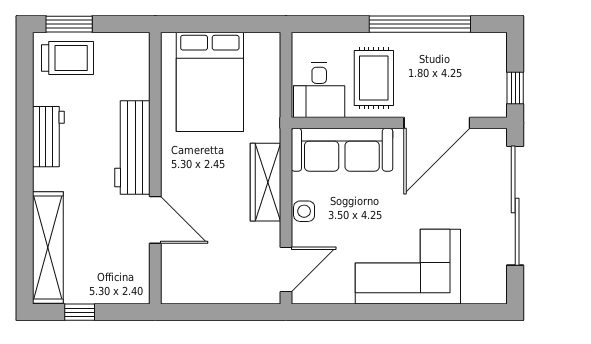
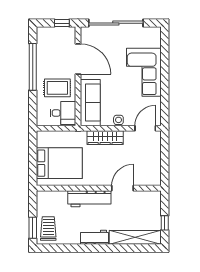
workbench: (48, 137) -> (95, 237), moved
door: (286, 270) -> (145, 128), hinge flipped

